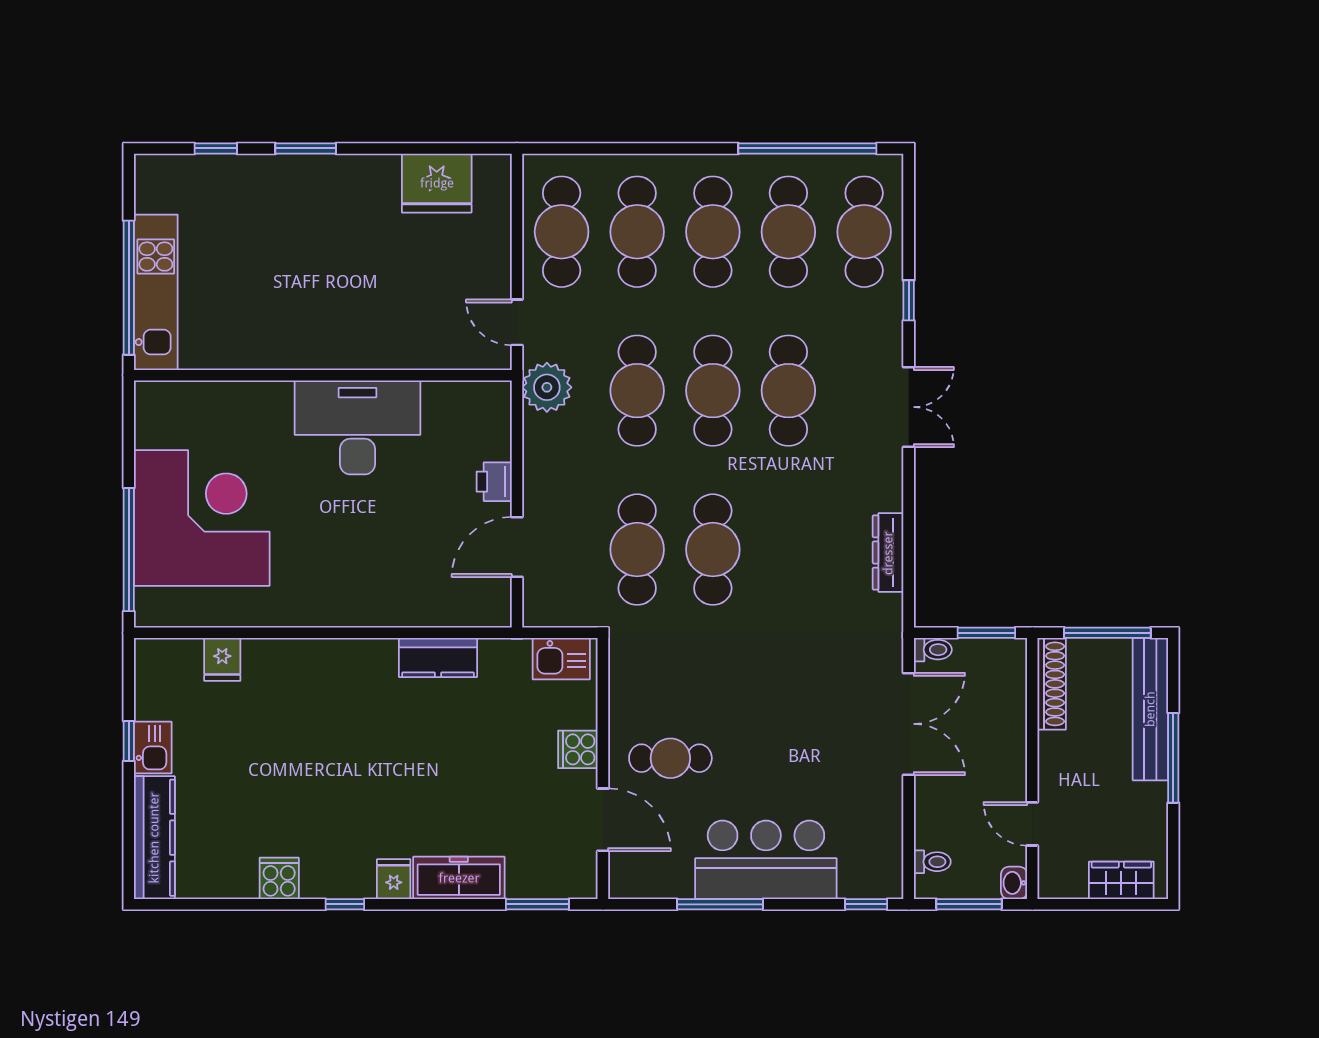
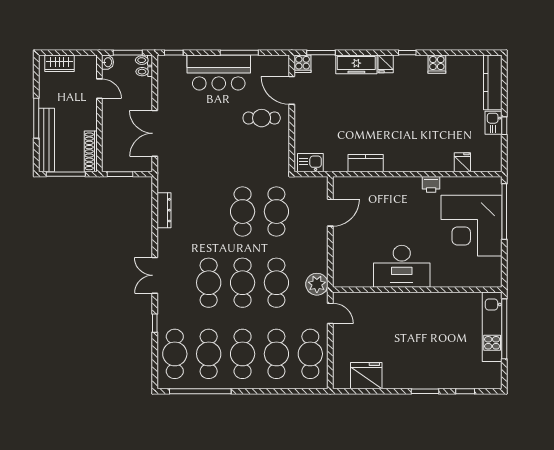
printer: (494, 482) -> (431, 184), moved, turned 90
toilet: (933, 650) -> (144, 60), moved
cooker: (578, 749) -> (303, 64), moved, turned 90

